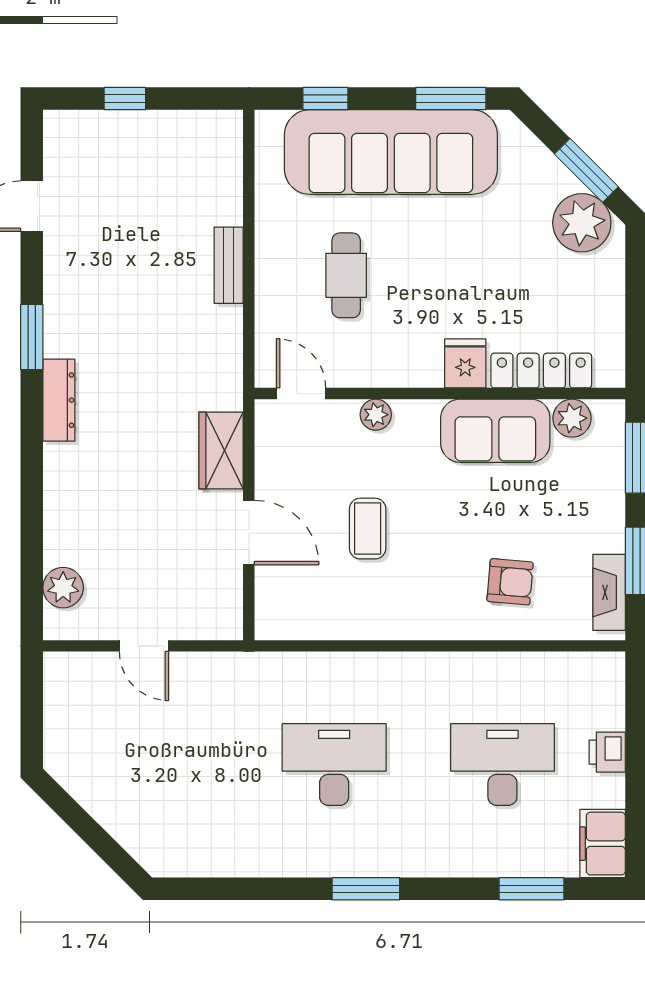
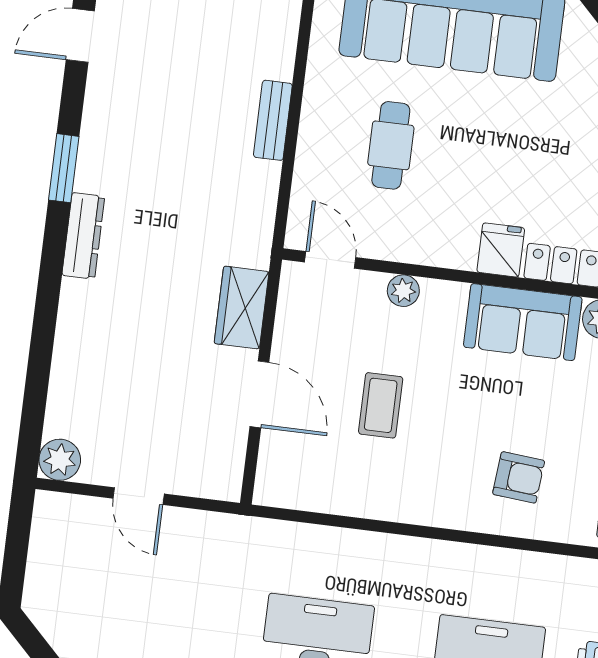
plant: (63, 588) -> (60, 460), moved

